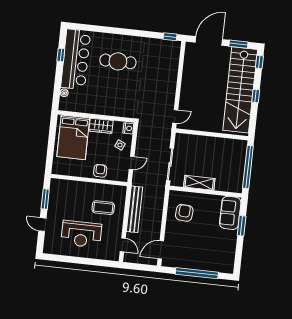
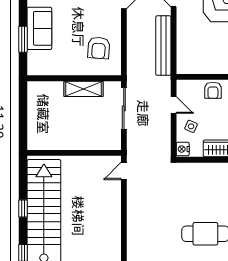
door: (132, 163) -> (174, 105), swing flipped
window: (248, 167) -> (23, 116), removed
coffee table: (103, 208) -> (204, 43), removed
sofa: (230, 213) -> (39, 28), moved

